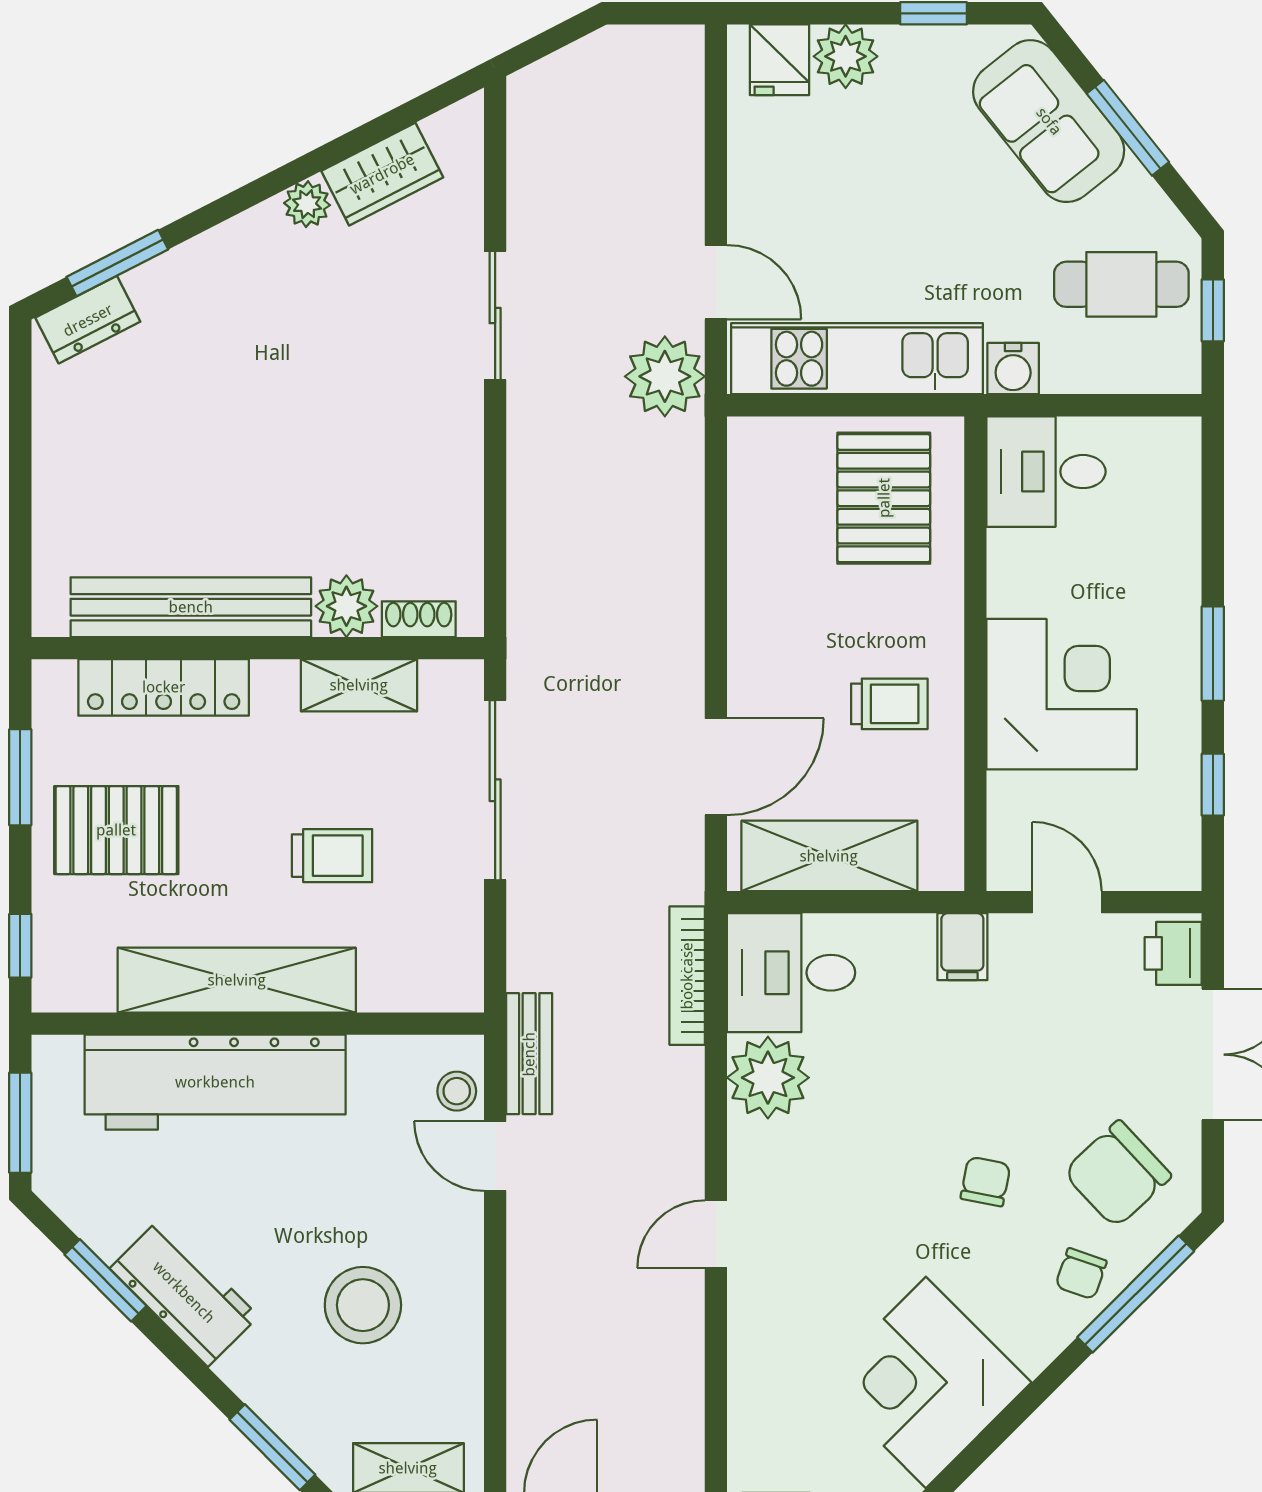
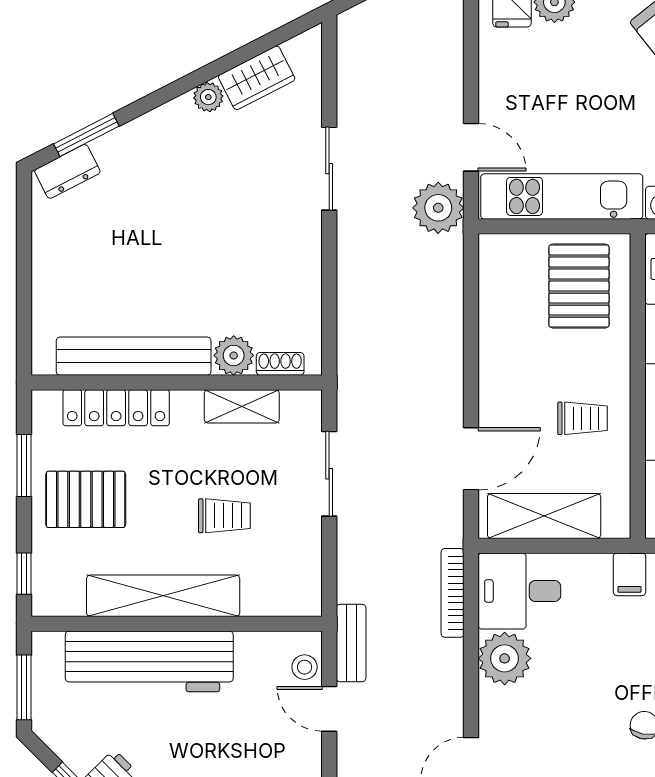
sliding door: (495, 790) -> (329, 474), width x0.73

